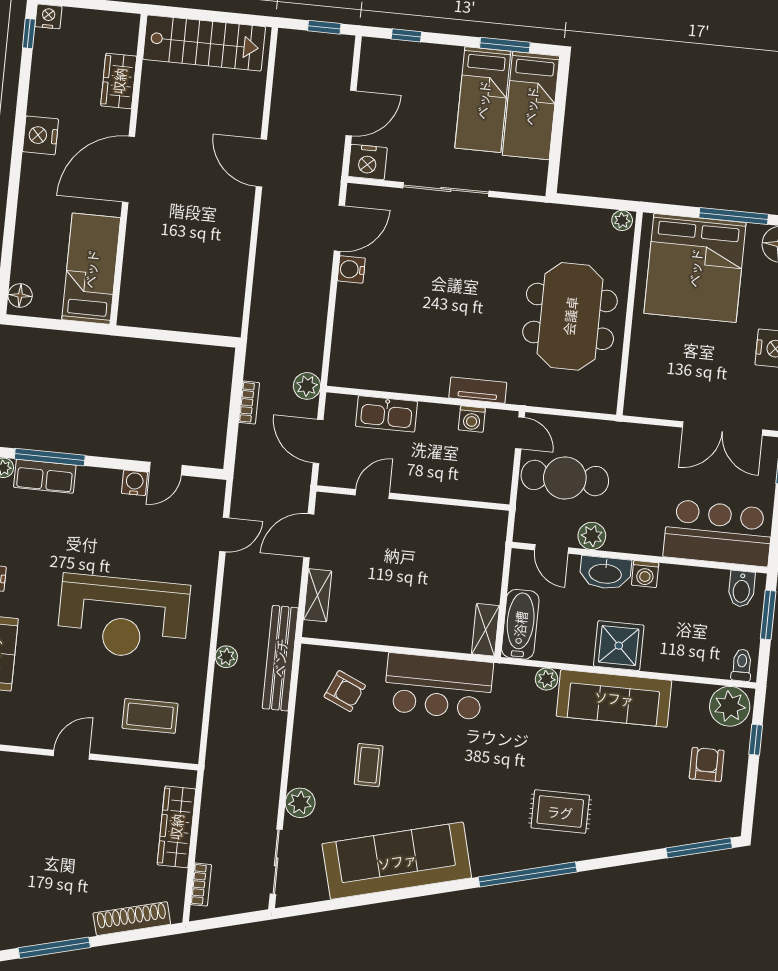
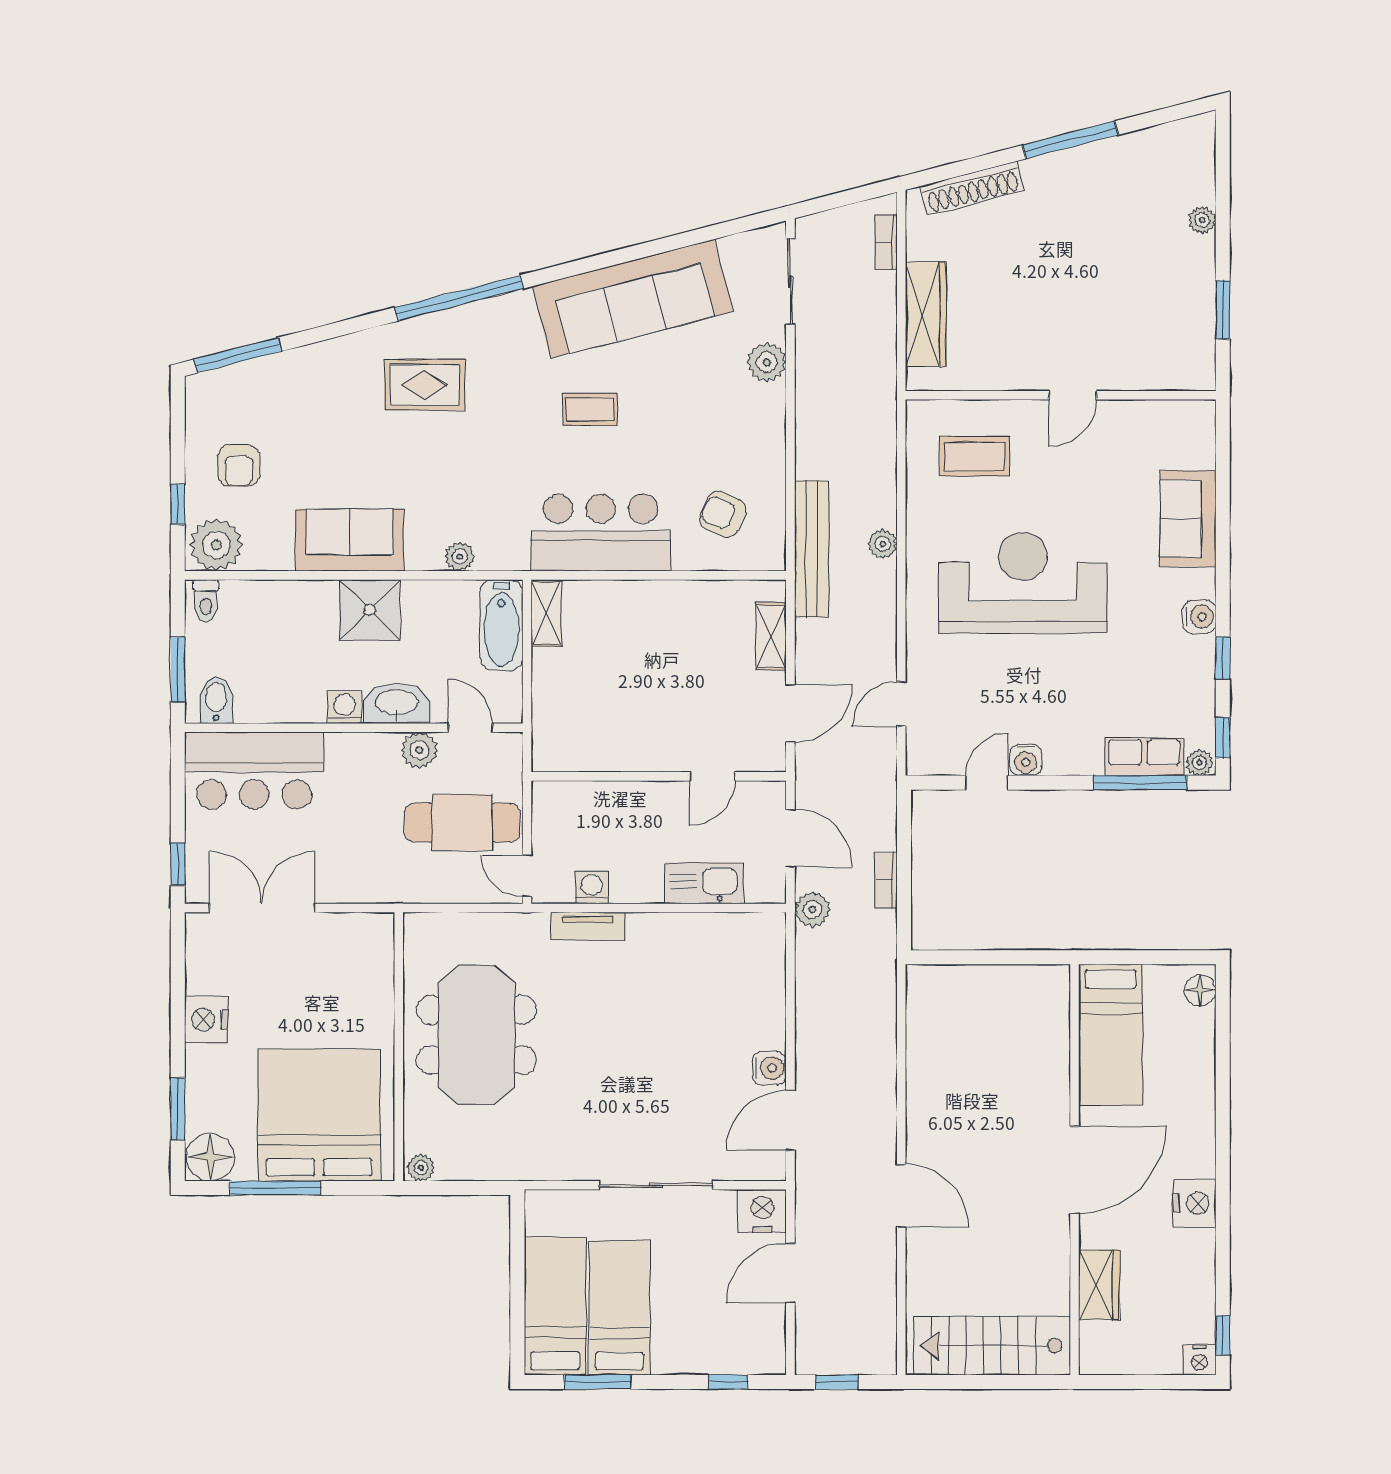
sofa: (614, 698) -> (350, 540), width x0.73
coffee table: (369, 765) -> (590, 409), moved, turned 90

